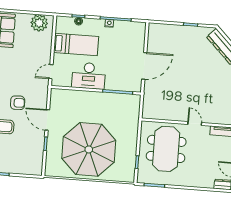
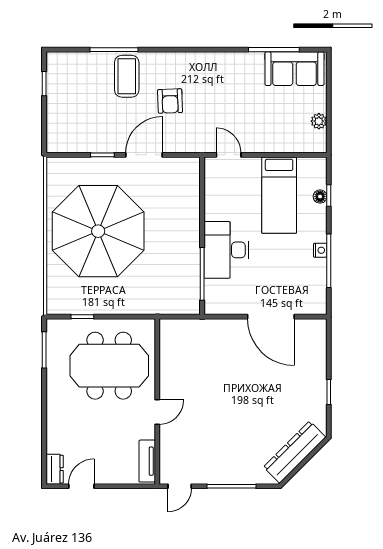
plant: (39, 23) -> (319, 121), width x0.53, depth x0.53
door: (144, 66) -> (271, 317), moved
desk: (89, 76) -> (226, 250), moved

